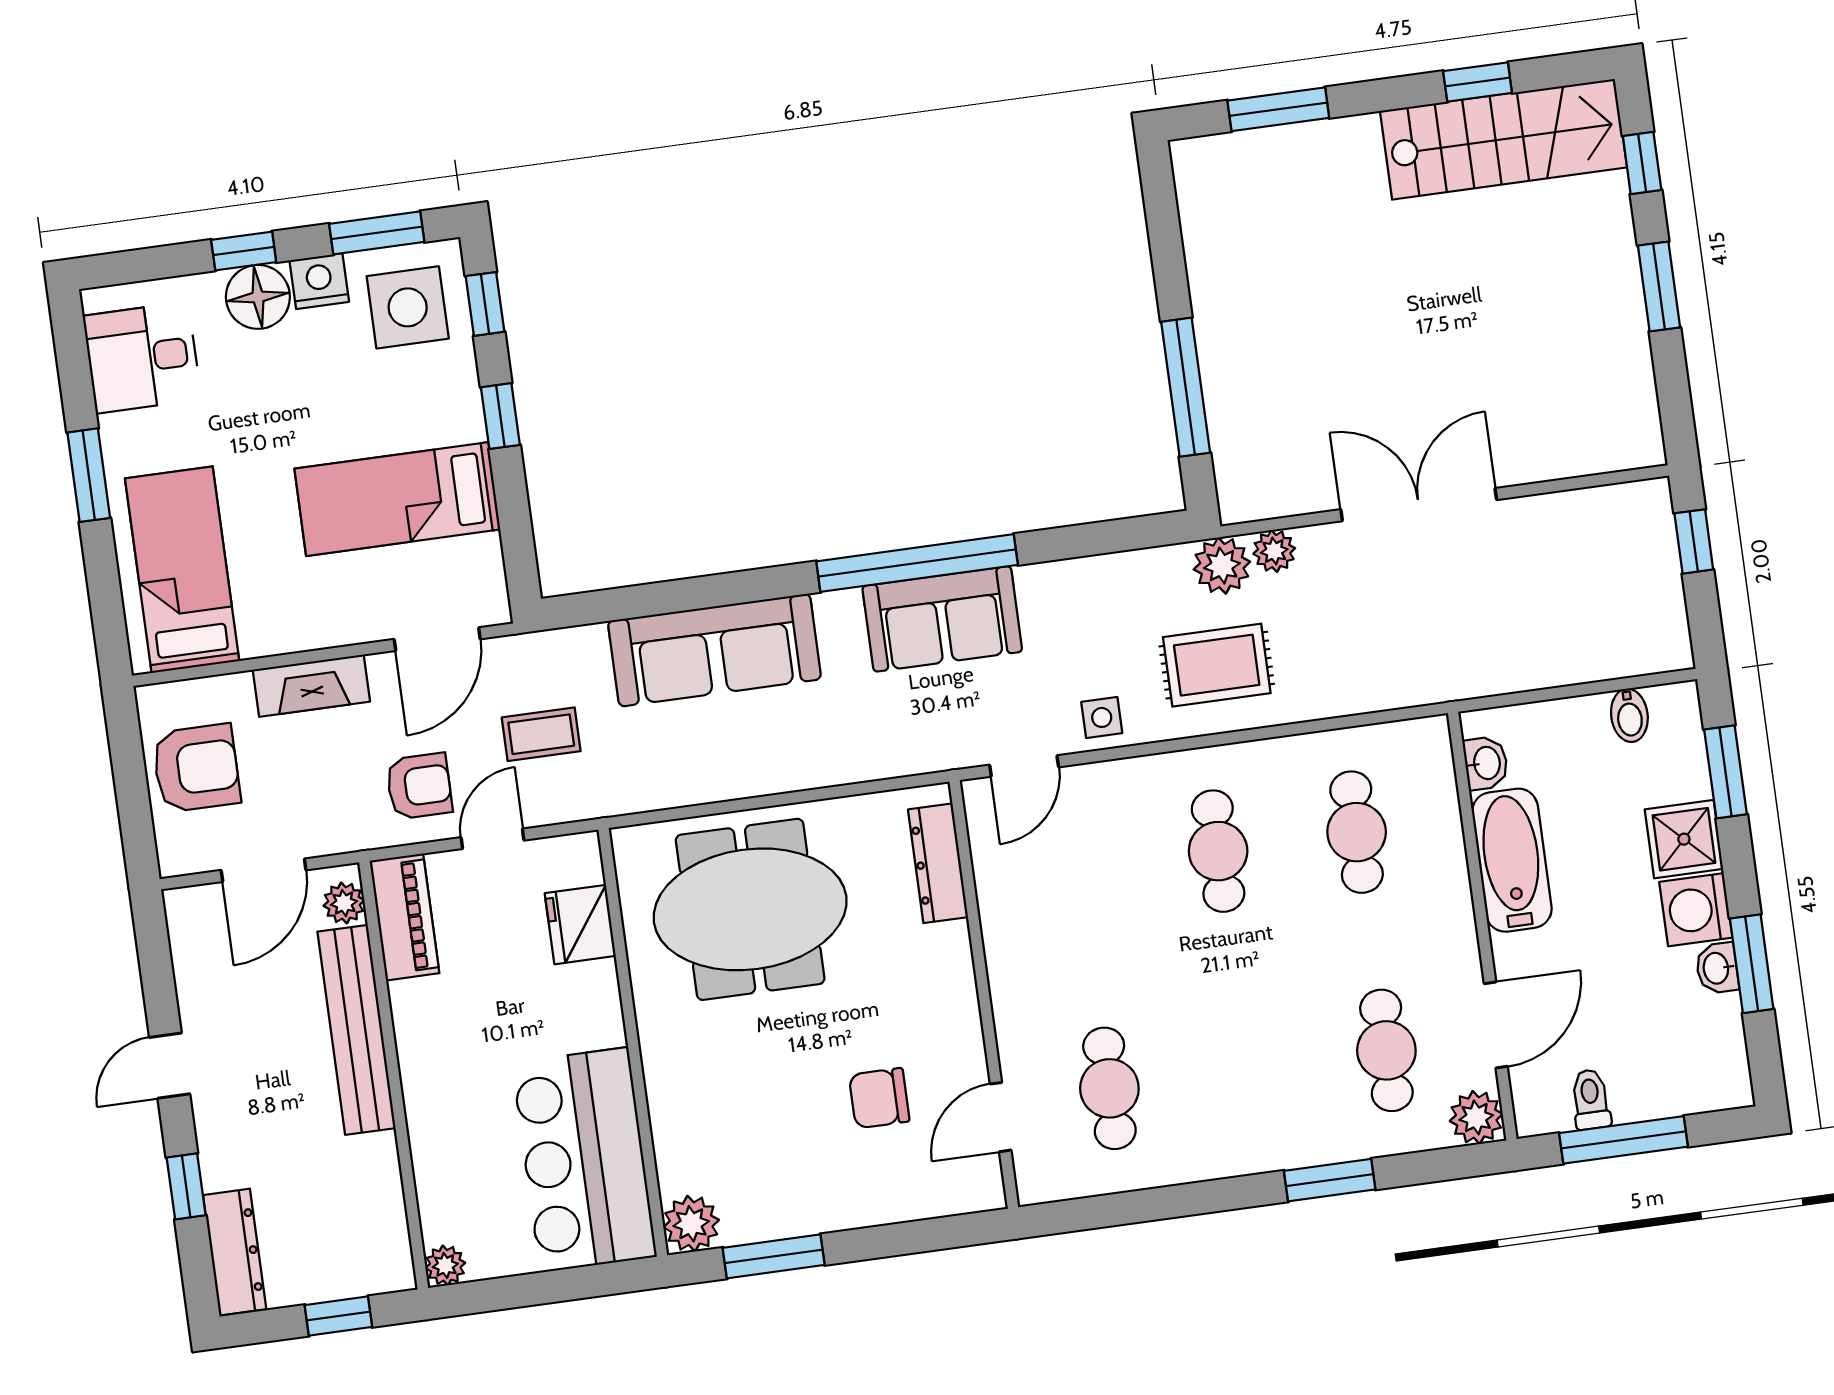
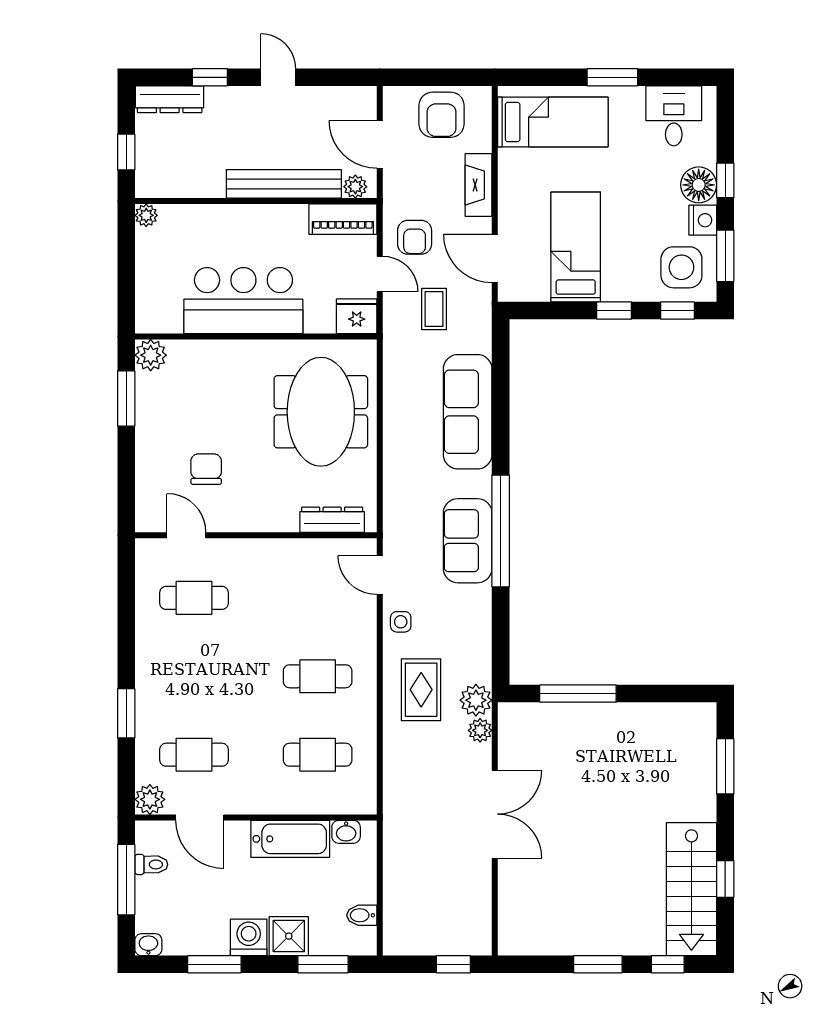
fridge: (580, 925) -> (357, 316), moved
washbasin: (1717, 968) -> (148, 945), moved
bar counter: (584, 1160) -> (243, 301), moved

